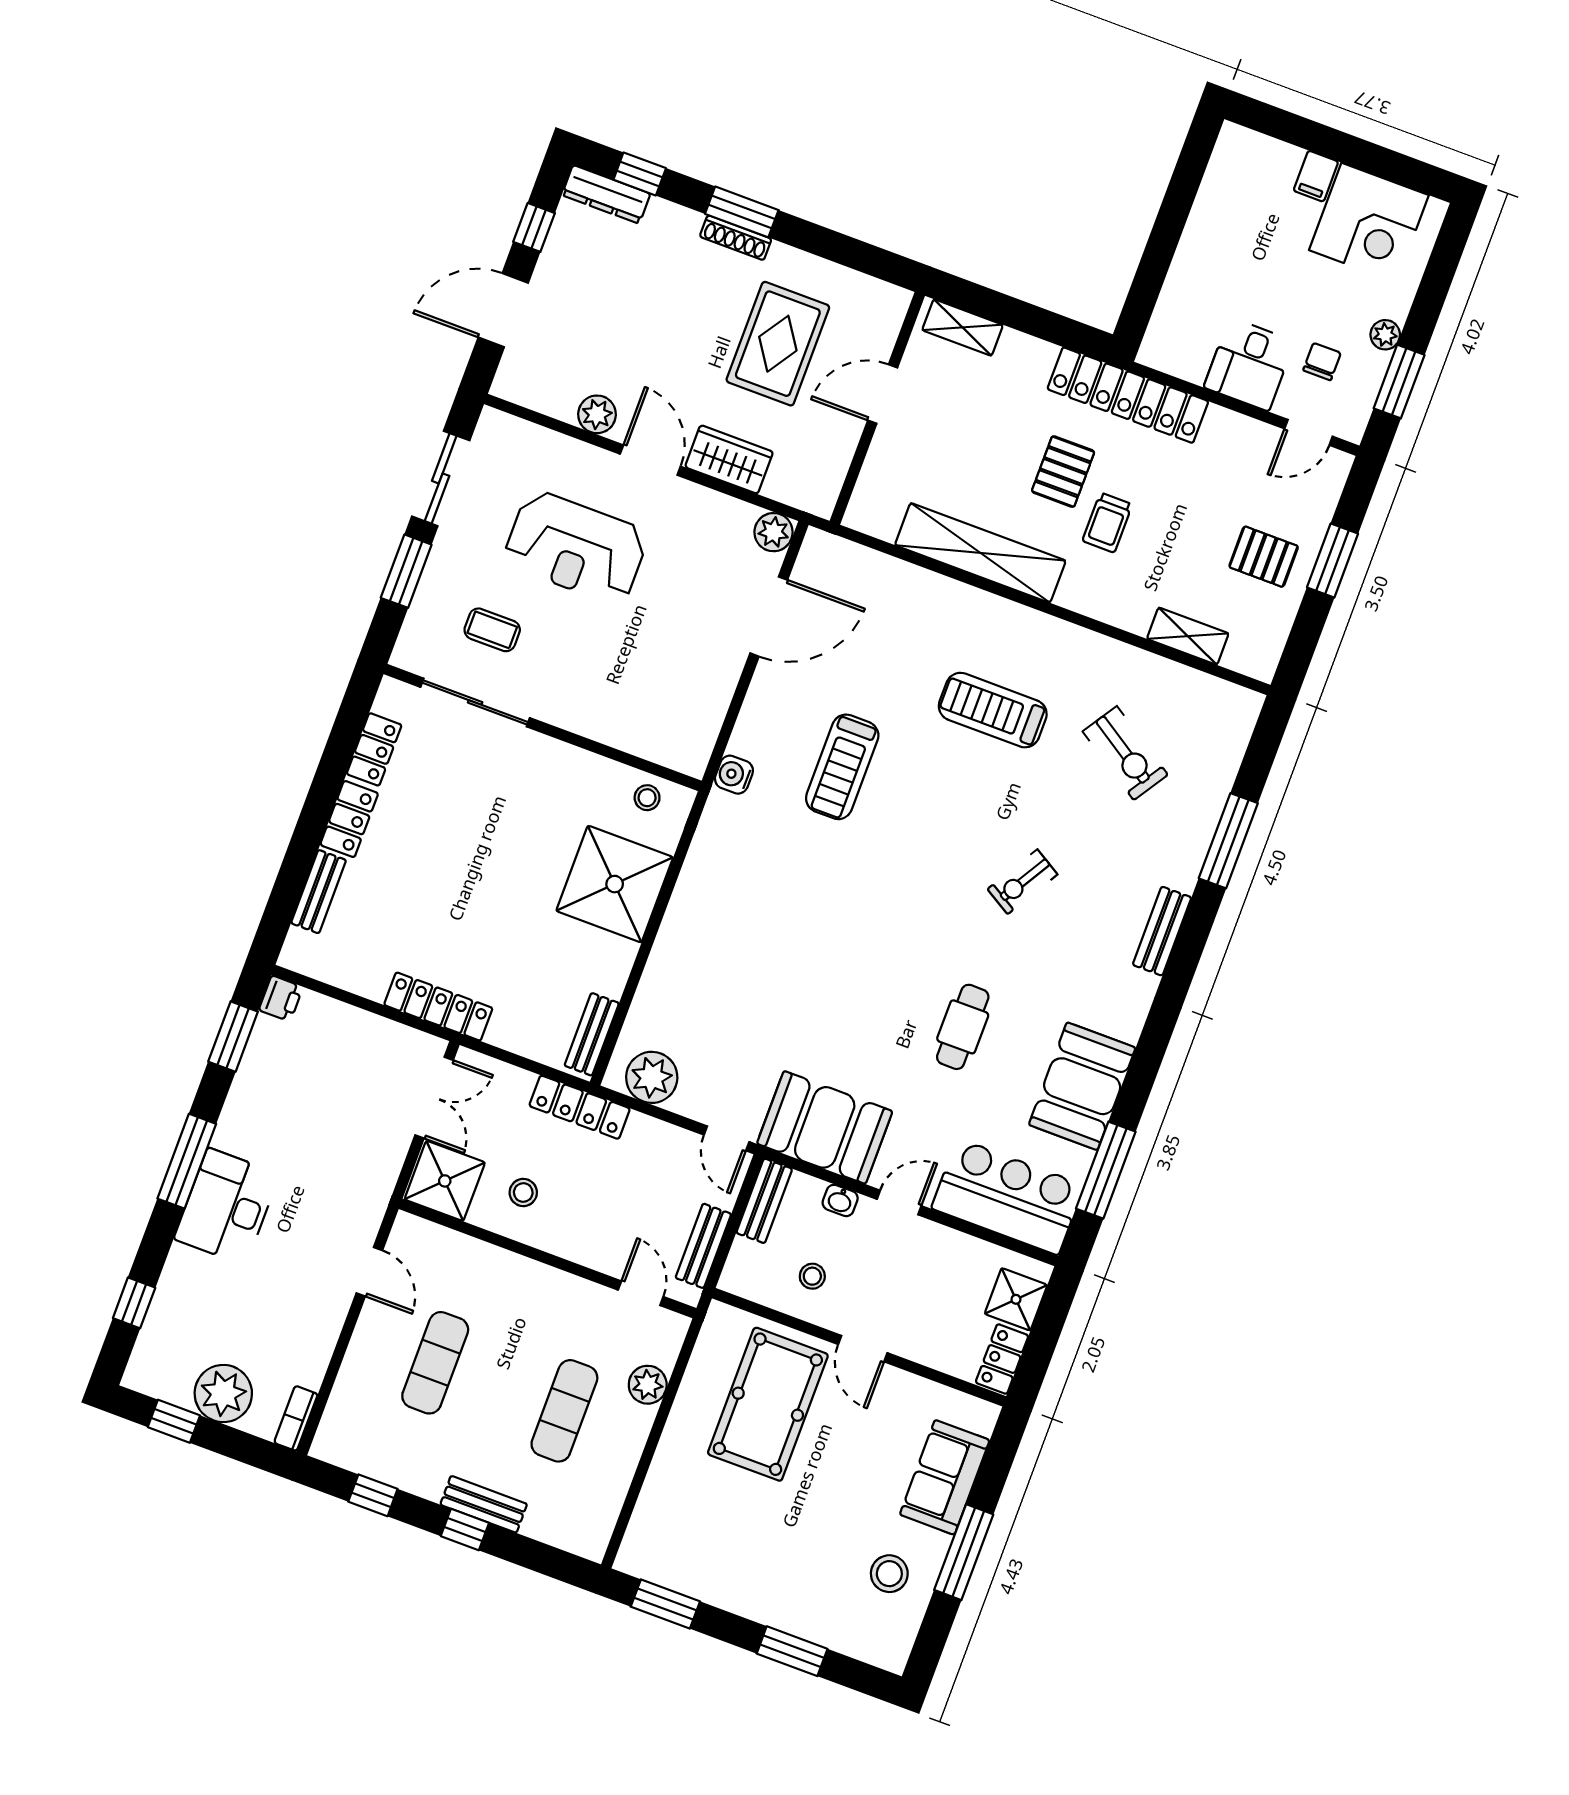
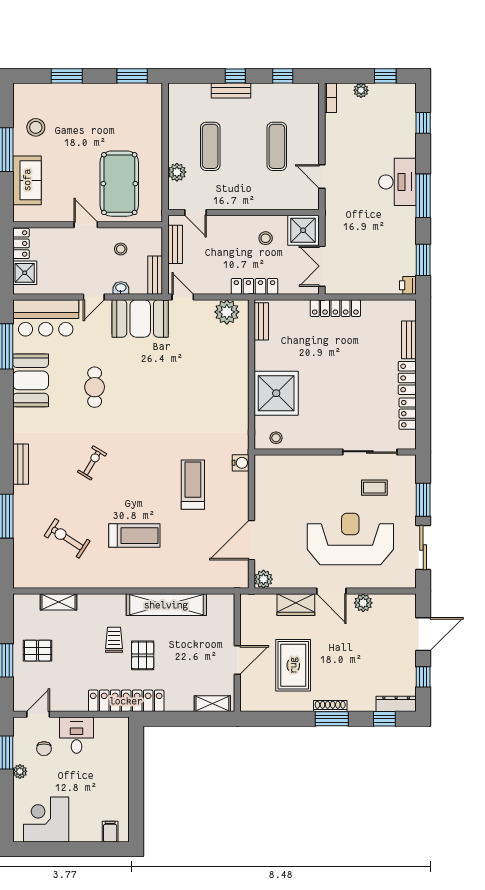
filing cabinet: (1316, 176) -> (110, 832), moved
reception desk: (576, 547) -> (350, 539), width x1.36, depth x1.30
plant: (223, 1394) -> (361, 90), width x0.53, depth x0.53

